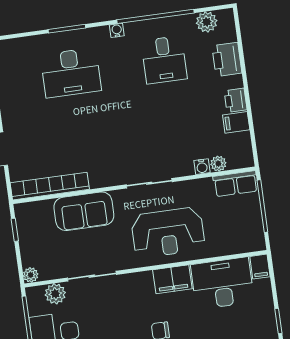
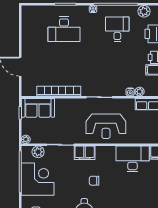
desk: (164, 60) -> (117, 29), turned 180
bookcase: (50, 186) -> (59, 91), moved
sofa: (84, 211) -> (38, 108), moved
filing cabinet: (172, 279) -> (85, 153), moved

